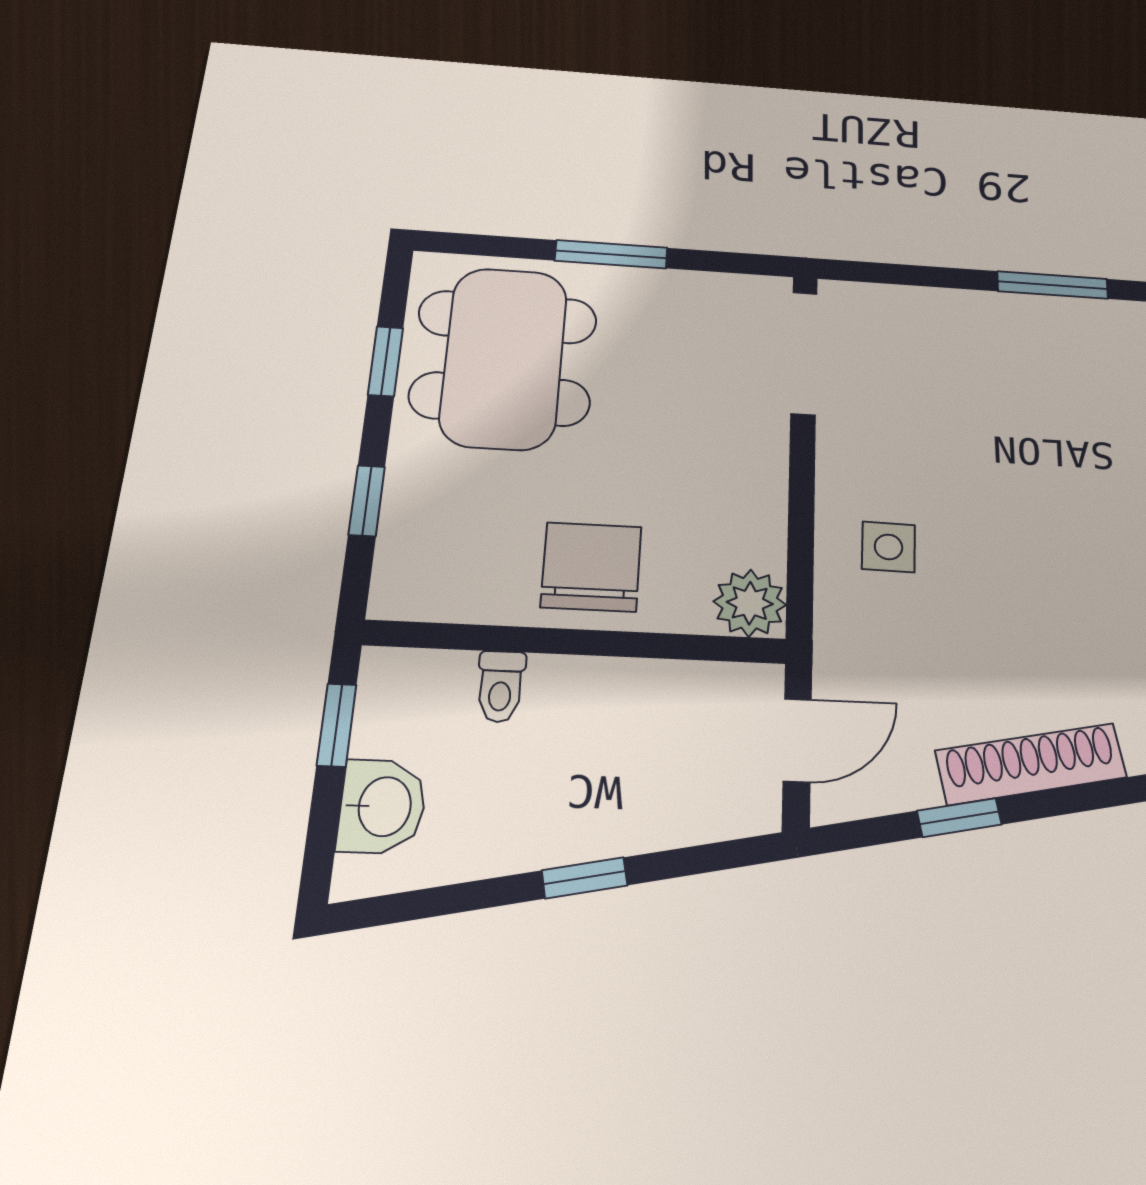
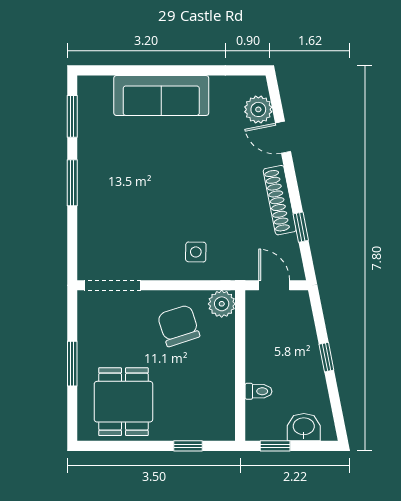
dining table: (504, 358) -> (123, 402), width x0.73
window: (385, 361) -> (128, 446), removed
chair: (591, 567) -> (179, 326), moved, turned 72

